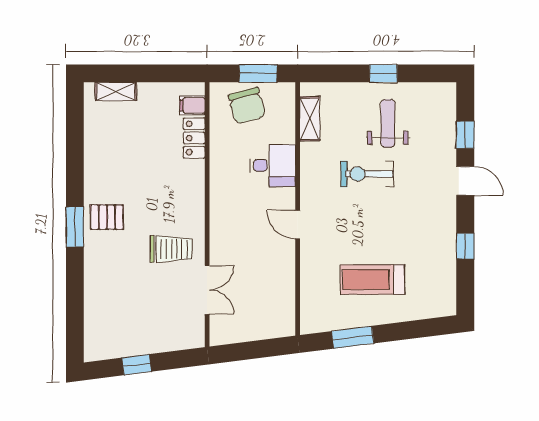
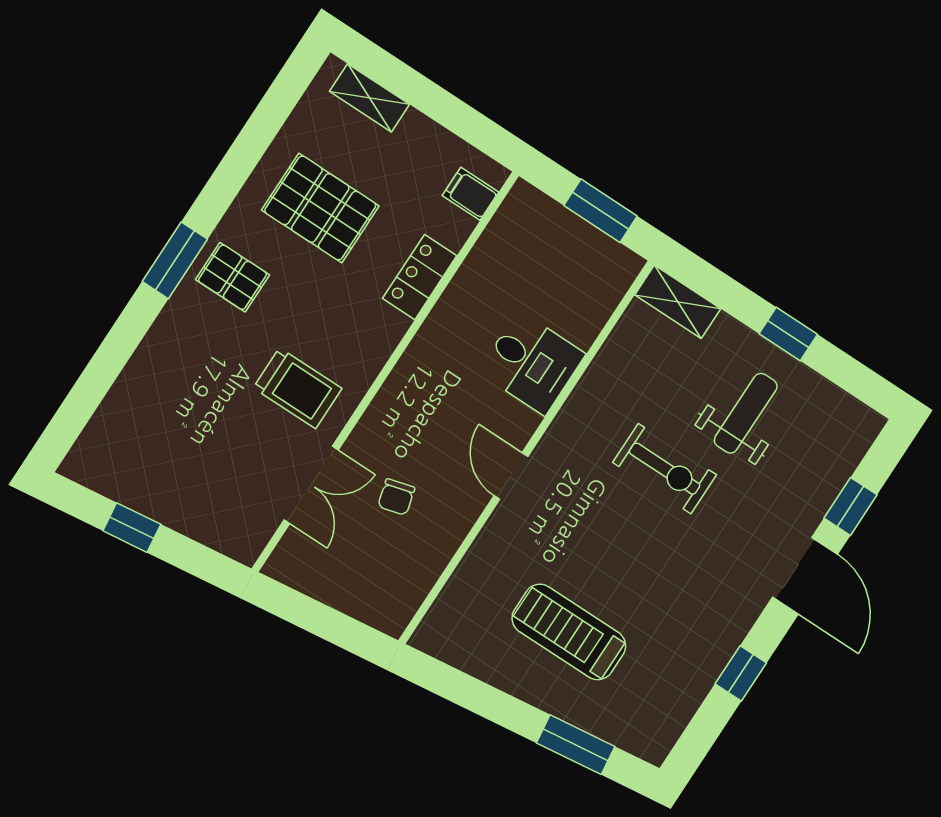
chair: (247, 106) -> (396, 497), moved, width x0.54, depth x0.54
shelving: (310, 119) -> (678, 302), moved, turned 90
locker: (194, 138) -> (420, 277), moved
pallet: (127, 158) -> (320, 208), added
exercise bike: (367, 174) -> (665, 469), turned 180
door: (465, 181) -> (805, 576), width x1.38
window: (353, 337) -> (576, 745), moved

